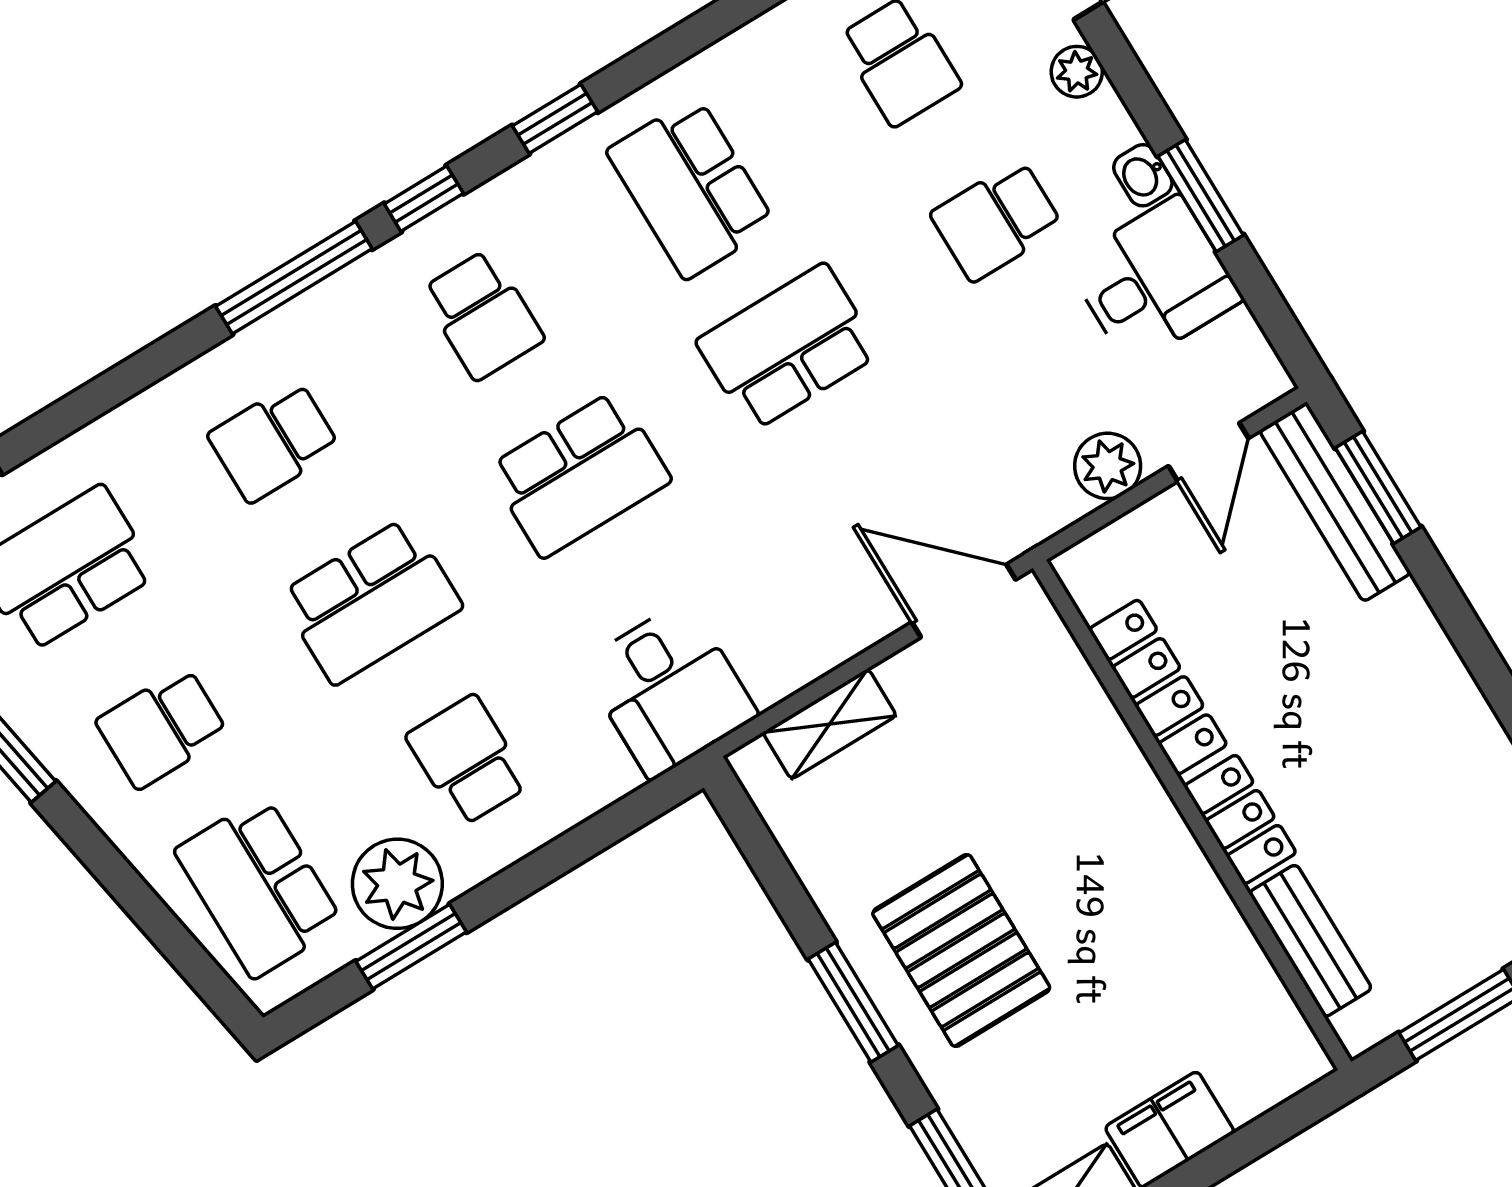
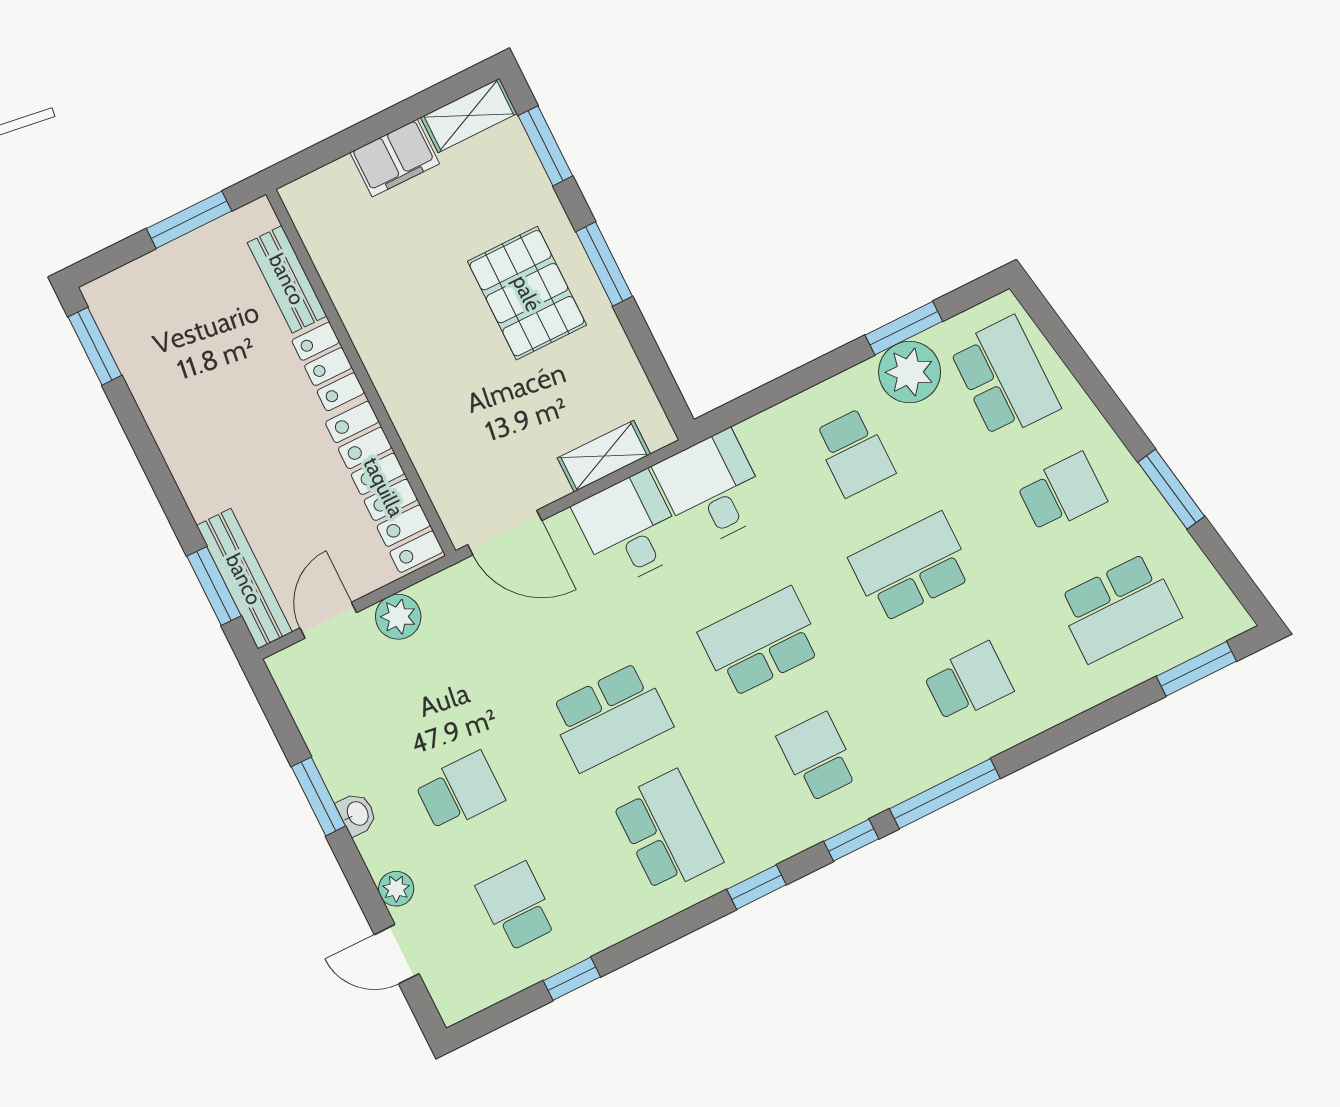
desk: (1154, 281) -> (630, 529), moved, turned 90
locker: (1158, 687) -> (384, 487), width x1.41, depth x1.21

